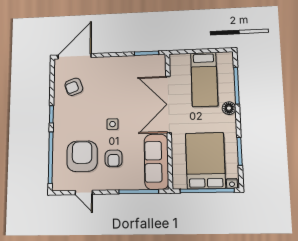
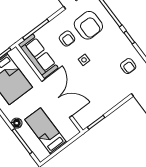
armchair: (74, 87) -> (128, 66), turned 110
armchair: (114, 158) -> (67, 39), turned 180

